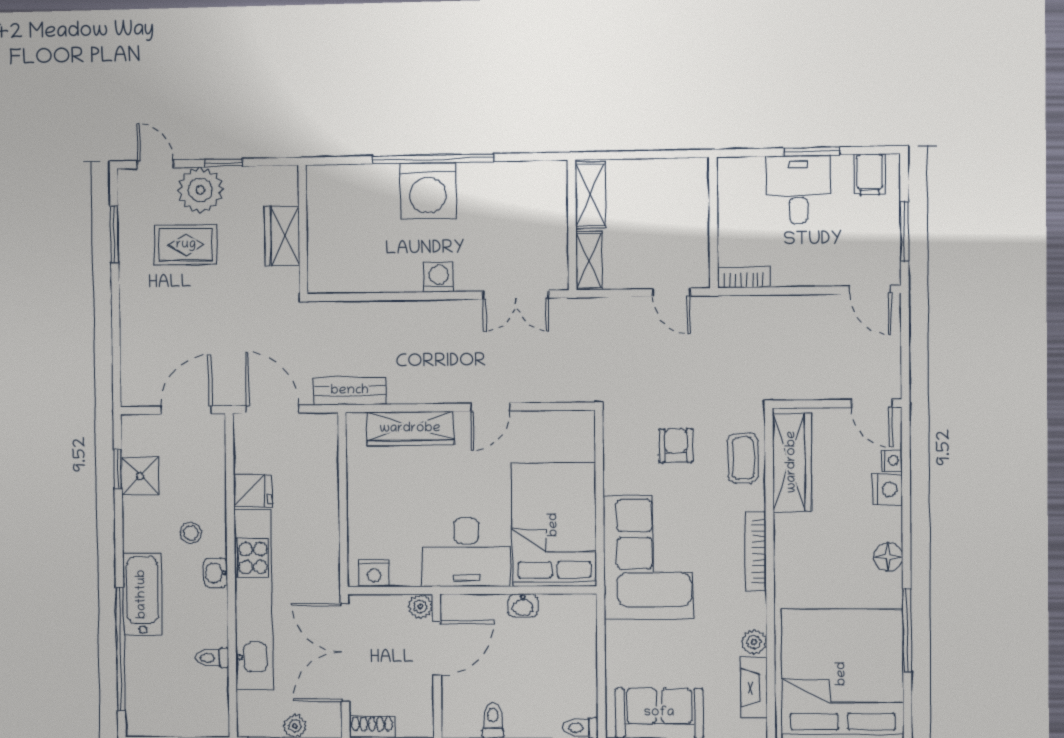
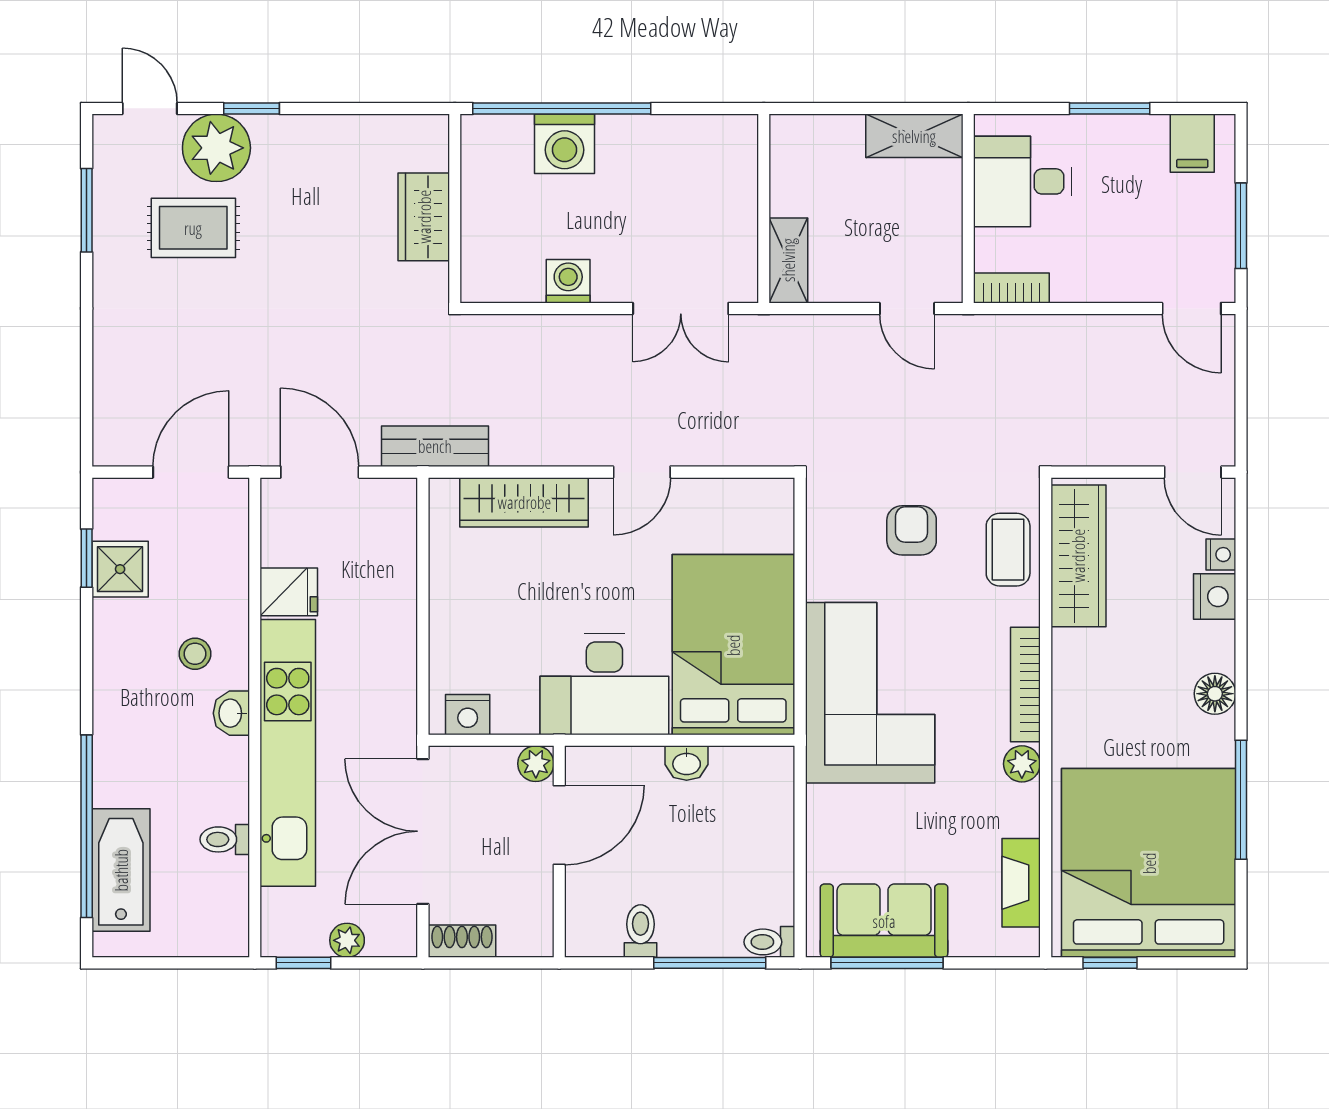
desk: (798, 190) -> (1023, 181), moved, turned -90
washing machine: (428, 191) -> (565, 144), width x0.73, depth x0.73
shelving: (590, 195) -> (914, 136), moved, turned 90
wall: (303, 230) -> (455, 208), moved
wardrobe: (282, 236) -> (424, 217), moved
bathtub: (142, 594) -> (121, 870), moved
plant: (754, 642) -> (1022, 764), moved

